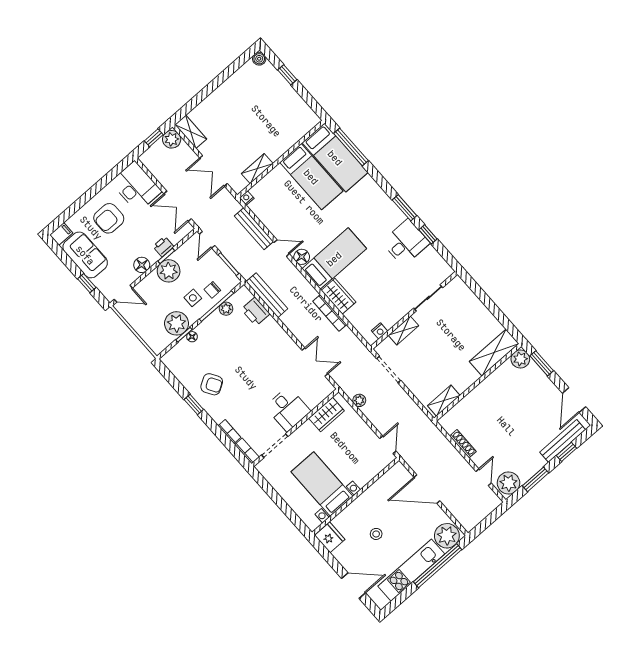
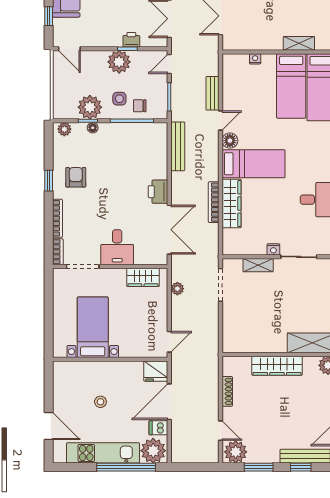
shelving: (257, 169) -> (299, 43), moved
nightstand: (247, 198) -> (255, 59), moved
bench: (254, 229) -> (212, 93), width x0.73
door: (282, 248) -> (221, 121), hinge flipped
floor lamp: (142, 265) -> (103, 39), removed
wardrobe: (339, 296) -> (232, 204), width x1.50
plant: (226, 309) -> (64, 129), moved
printer: (256, 312) -> (158, 192), moved
nightstand: (380, 331) -> (273, 249), moved
double door: (315, 362) -> (169, 230), width x1.37
armchair: (212, 384) -> (76, 177), turned -149
wardrobe: (483, 392) -> (277, 366), added
shelving: (444, 401) -> (242, 346), removed
bookcase: (229, 432) -> (57, 218), width x1.56
door: (484, 477) -> (221, 431), hinge flipped
door: (427, 489) -> (169, 402), hinge flipped
dishwasher: (436, 515) -> (158, 428), added
fridge: (330, 537) -> (156, 371), moved, turned 90

